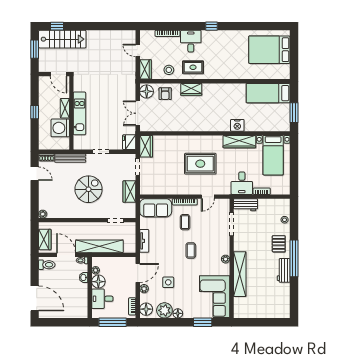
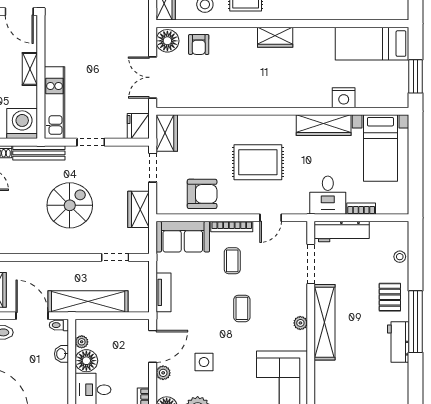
wardrobe: (191, 89) -> (275, 37), moved
kitchen unit: (79, 113) -> (54, 103), moved
nightstand: (237, 125) -> (344, 98), moved
washing machine: (60, 128) -> (22, 124), moved, turned 90
armchair: (167, 182) -> (202, 194), added
workbench: (246, 205) -> (342, 232), width x1.38
shelving: (240, 274) -> (324, 322), moved

